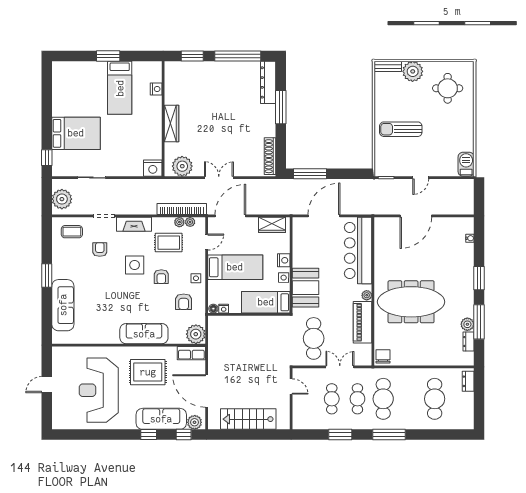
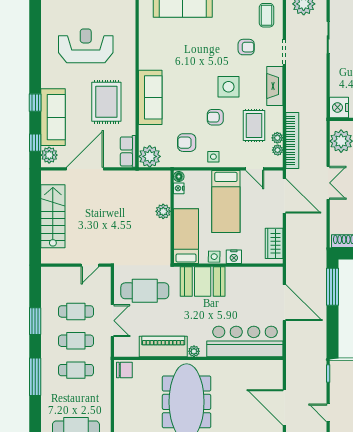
plant: (244, 322) -> (163, 211), added
reception desk: (99, 390) -> (86, 46), width x0.74, depth x0.77
cafe table: (383, 399) -> (76, 370), width x0.73, depth x0.74

